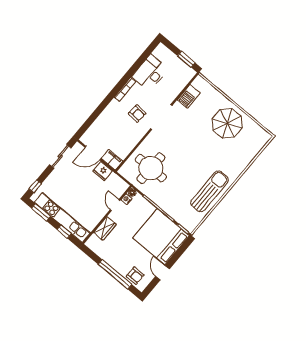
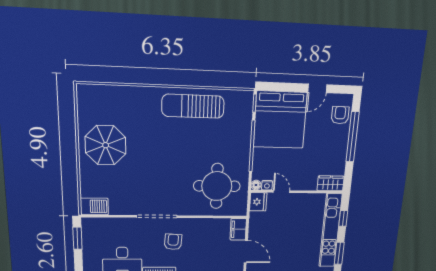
barbecue: (189, 96) -> (94, 206), moved
fridge: (103, 171) -> (258, 202), moved
door: (115, 205) -> (281, 191), swing flipped
wardrobe: (105, 228) -> (331, 183), moved

